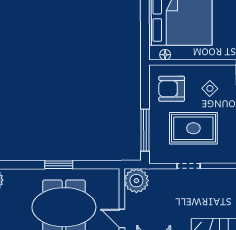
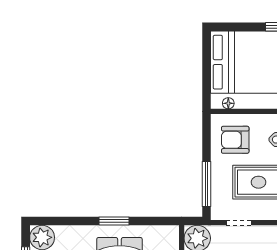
doorway: (188, 166) -> (239, 223), moved

